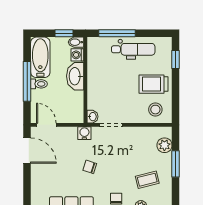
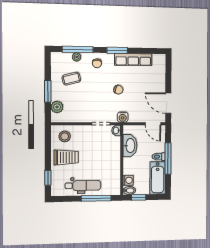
dental chair: (133, 49) -> (83, 186), turned 180
washbasin: (75, 76) -> (130, 146), moved

